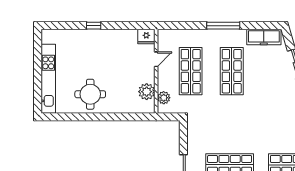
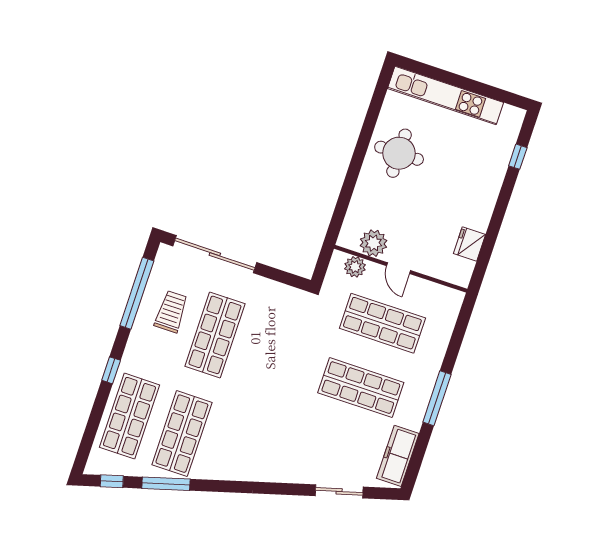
window: (94, 26) -> (518, 157), moved
fridge: (146, 37) -> (469, 244), moved
door: (156, 59) -> (399, 268), moved

